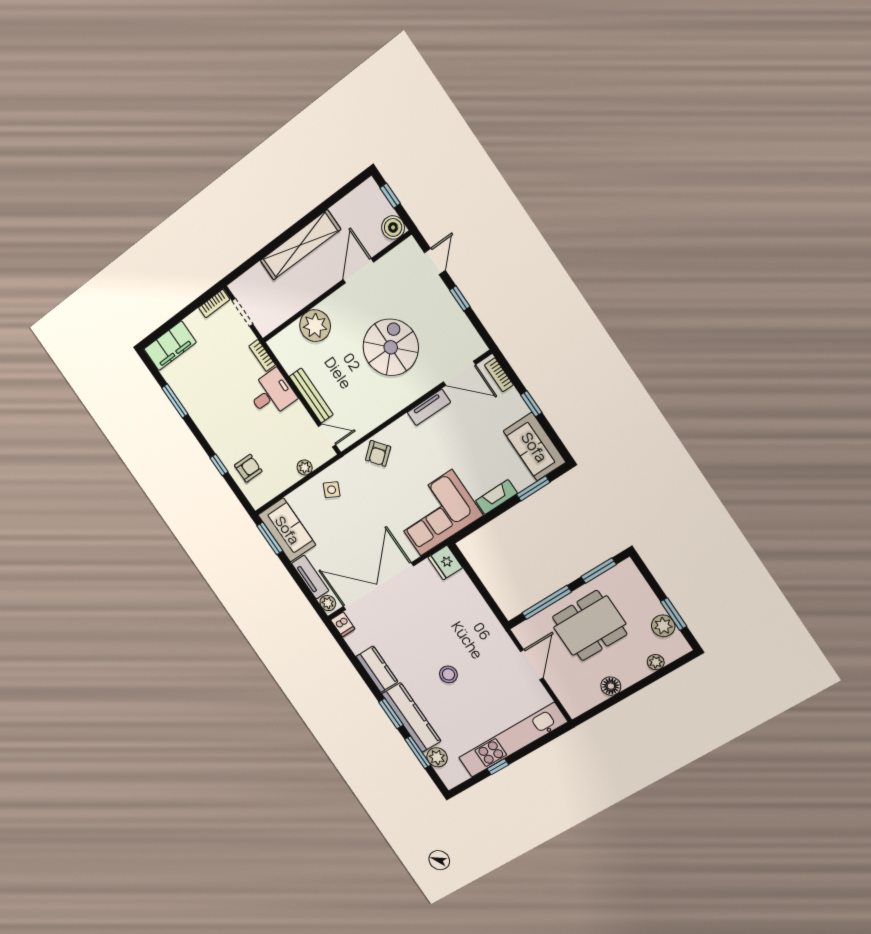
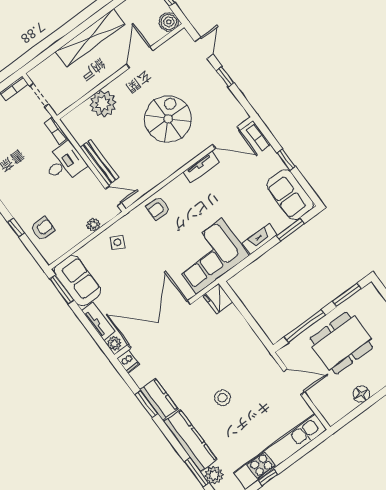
armchair: (378, 453) -> (158, 208), turned 39
door: (532, 665) -> (294, 382), hinge flipped
window: (391, 714) -> (146, 404), moved

